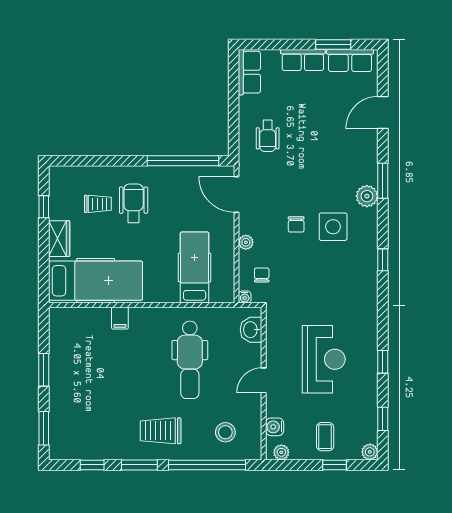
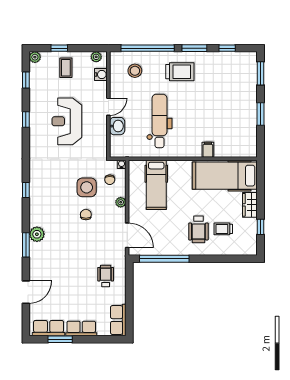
side table: (333, 227) -> (87, 187), moved
washbasin: (251, 330) -> (117, 126), moved

